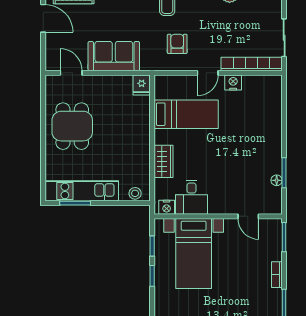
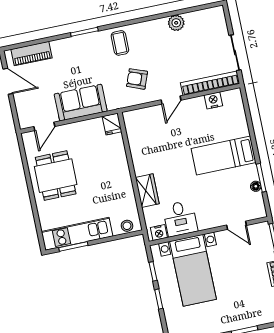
armchair: (177, 44) -> (137, 79), turned -69
door: (71, 73) -> (44, 126), swing flipped
nightstand: (233, 83) -> (213, 100), moved
bed: (186, 114) -> (224, 156), moved, turned 180

